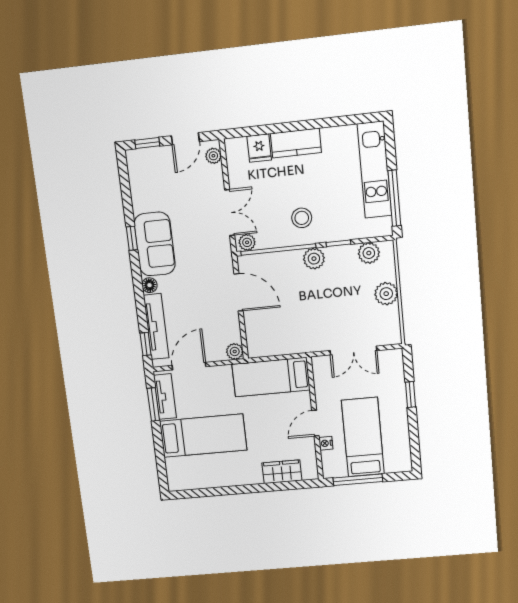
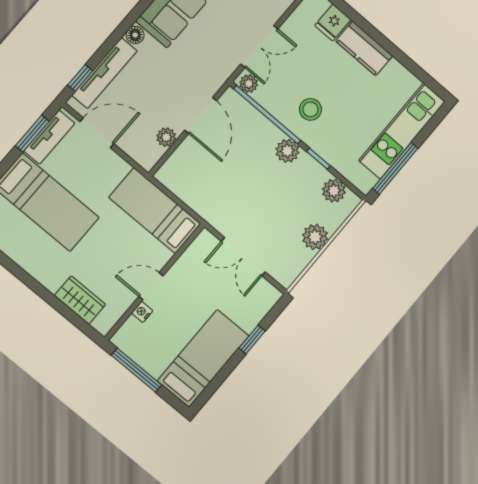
plant: (235, 351) -> (166, 137), moved
bed: (363, 437) -> (203, 358), moved

